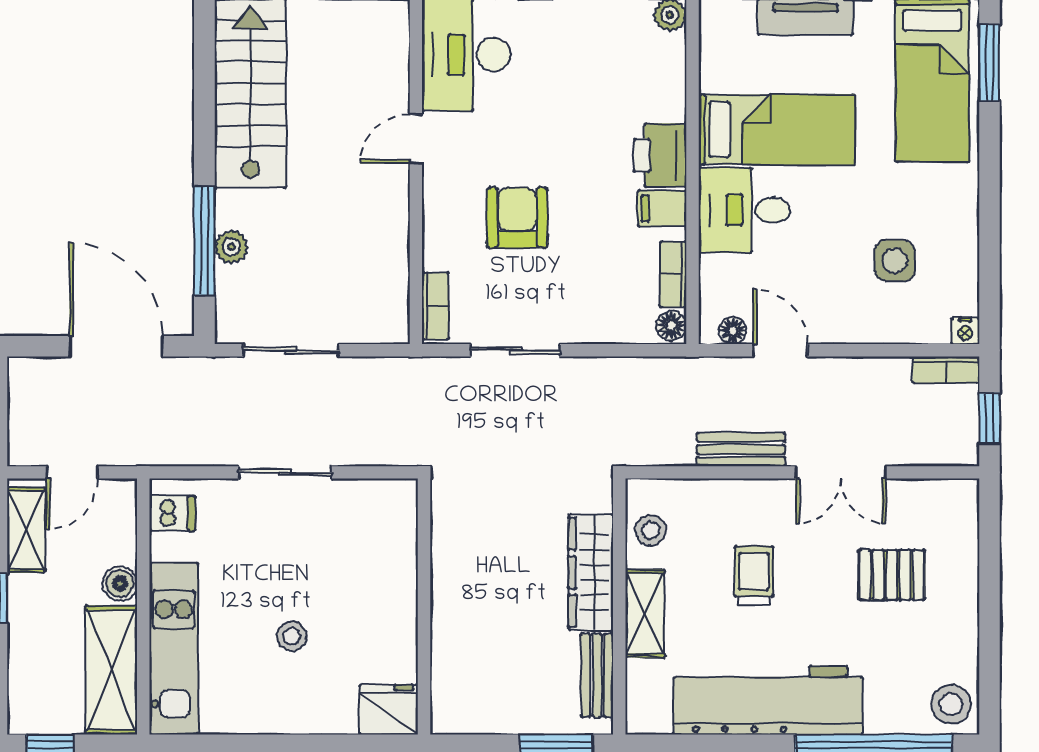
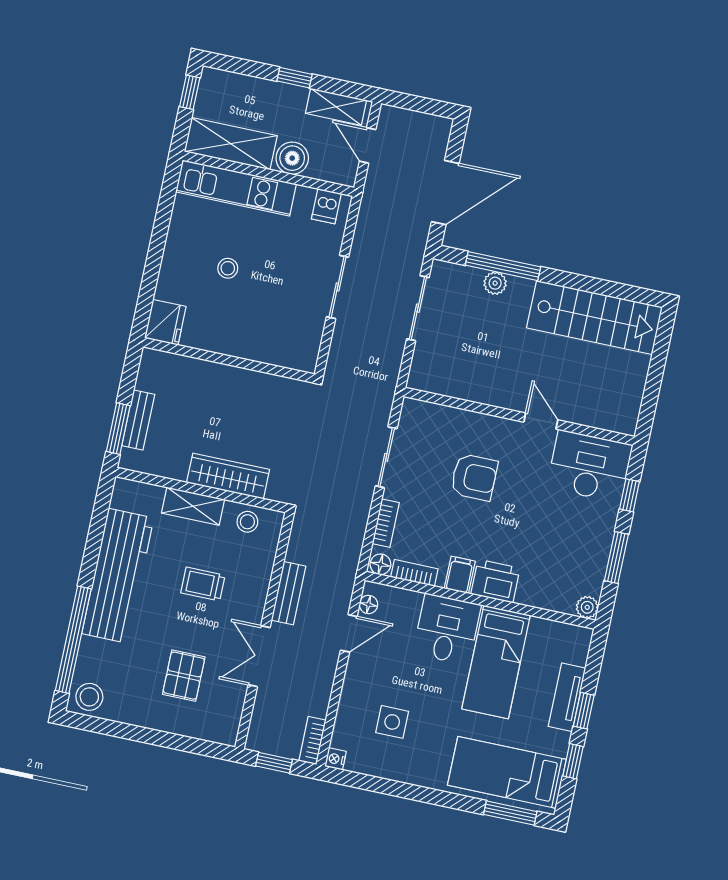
bookcase: (435, 306) -> (386, 523), moved, turned -90
trolley: (754, 575) -> (203, 584), turned 180
boiler: (120, 583) -> (292, 158), width x1.36, depth x1.36
bench: (597, 675) -> (138, 420), moved, turned 90

